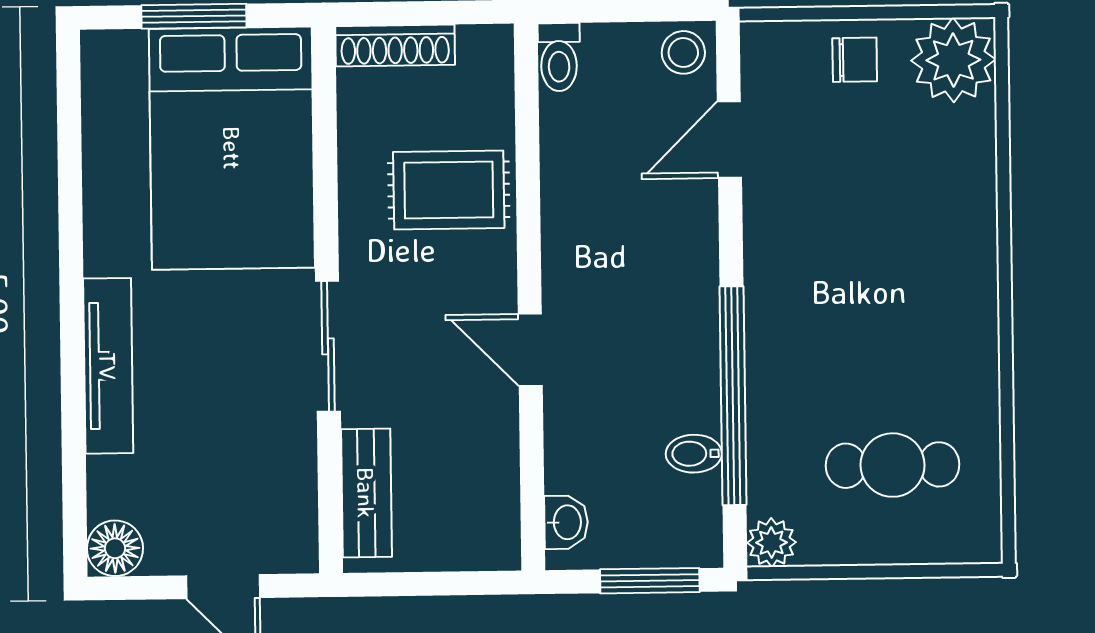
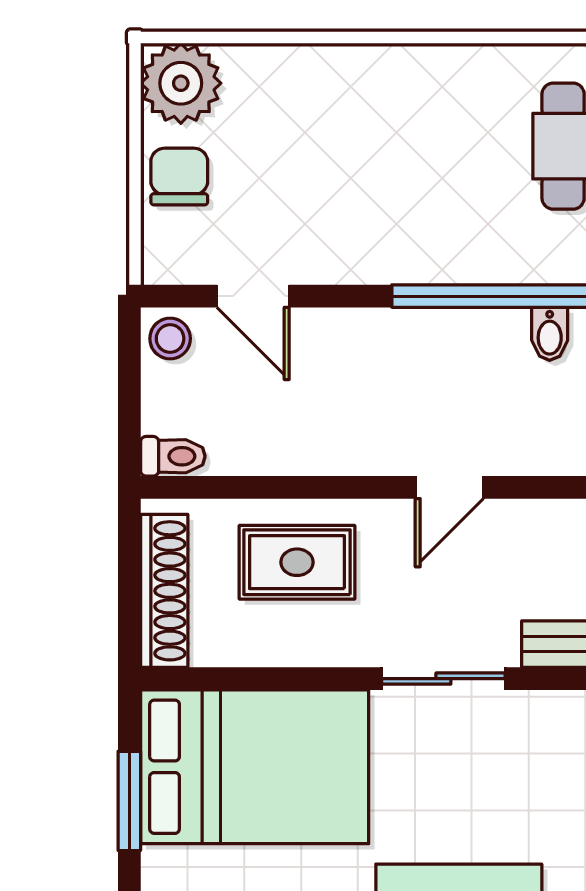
shoe rack: (395, 46) -> (164, 591), width x1.36, depth x1.24
chair: (855, 60) -> (179, 177), width x1.37, depth x1.37
rug: (449, 190) -> (297, 562), turned 90

